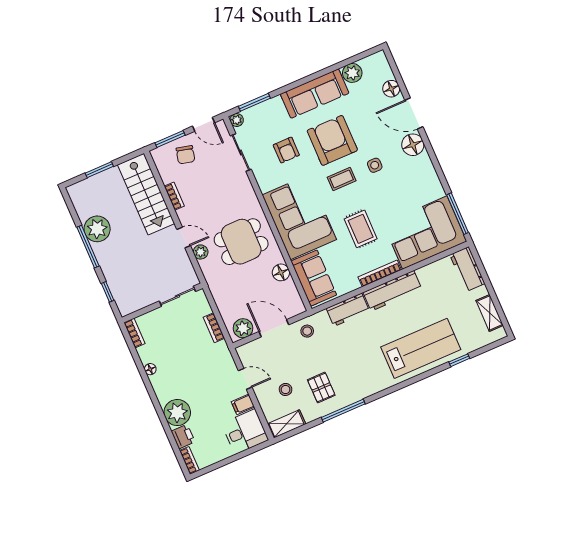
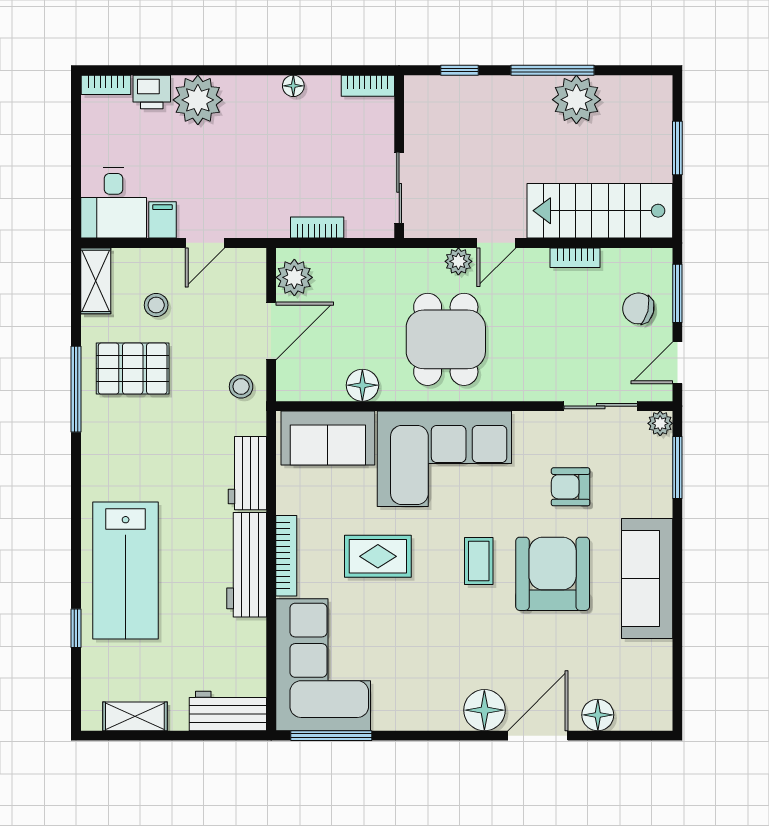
plant: (352, 73) -> (654, 659), removed
armchair: (332, 140) -> (553, 574), turned -90
side table: (375, 165) -> (478, 629), removed
pallet: (321, 387) -> (133, 369), width x1.50, depth x1.42

